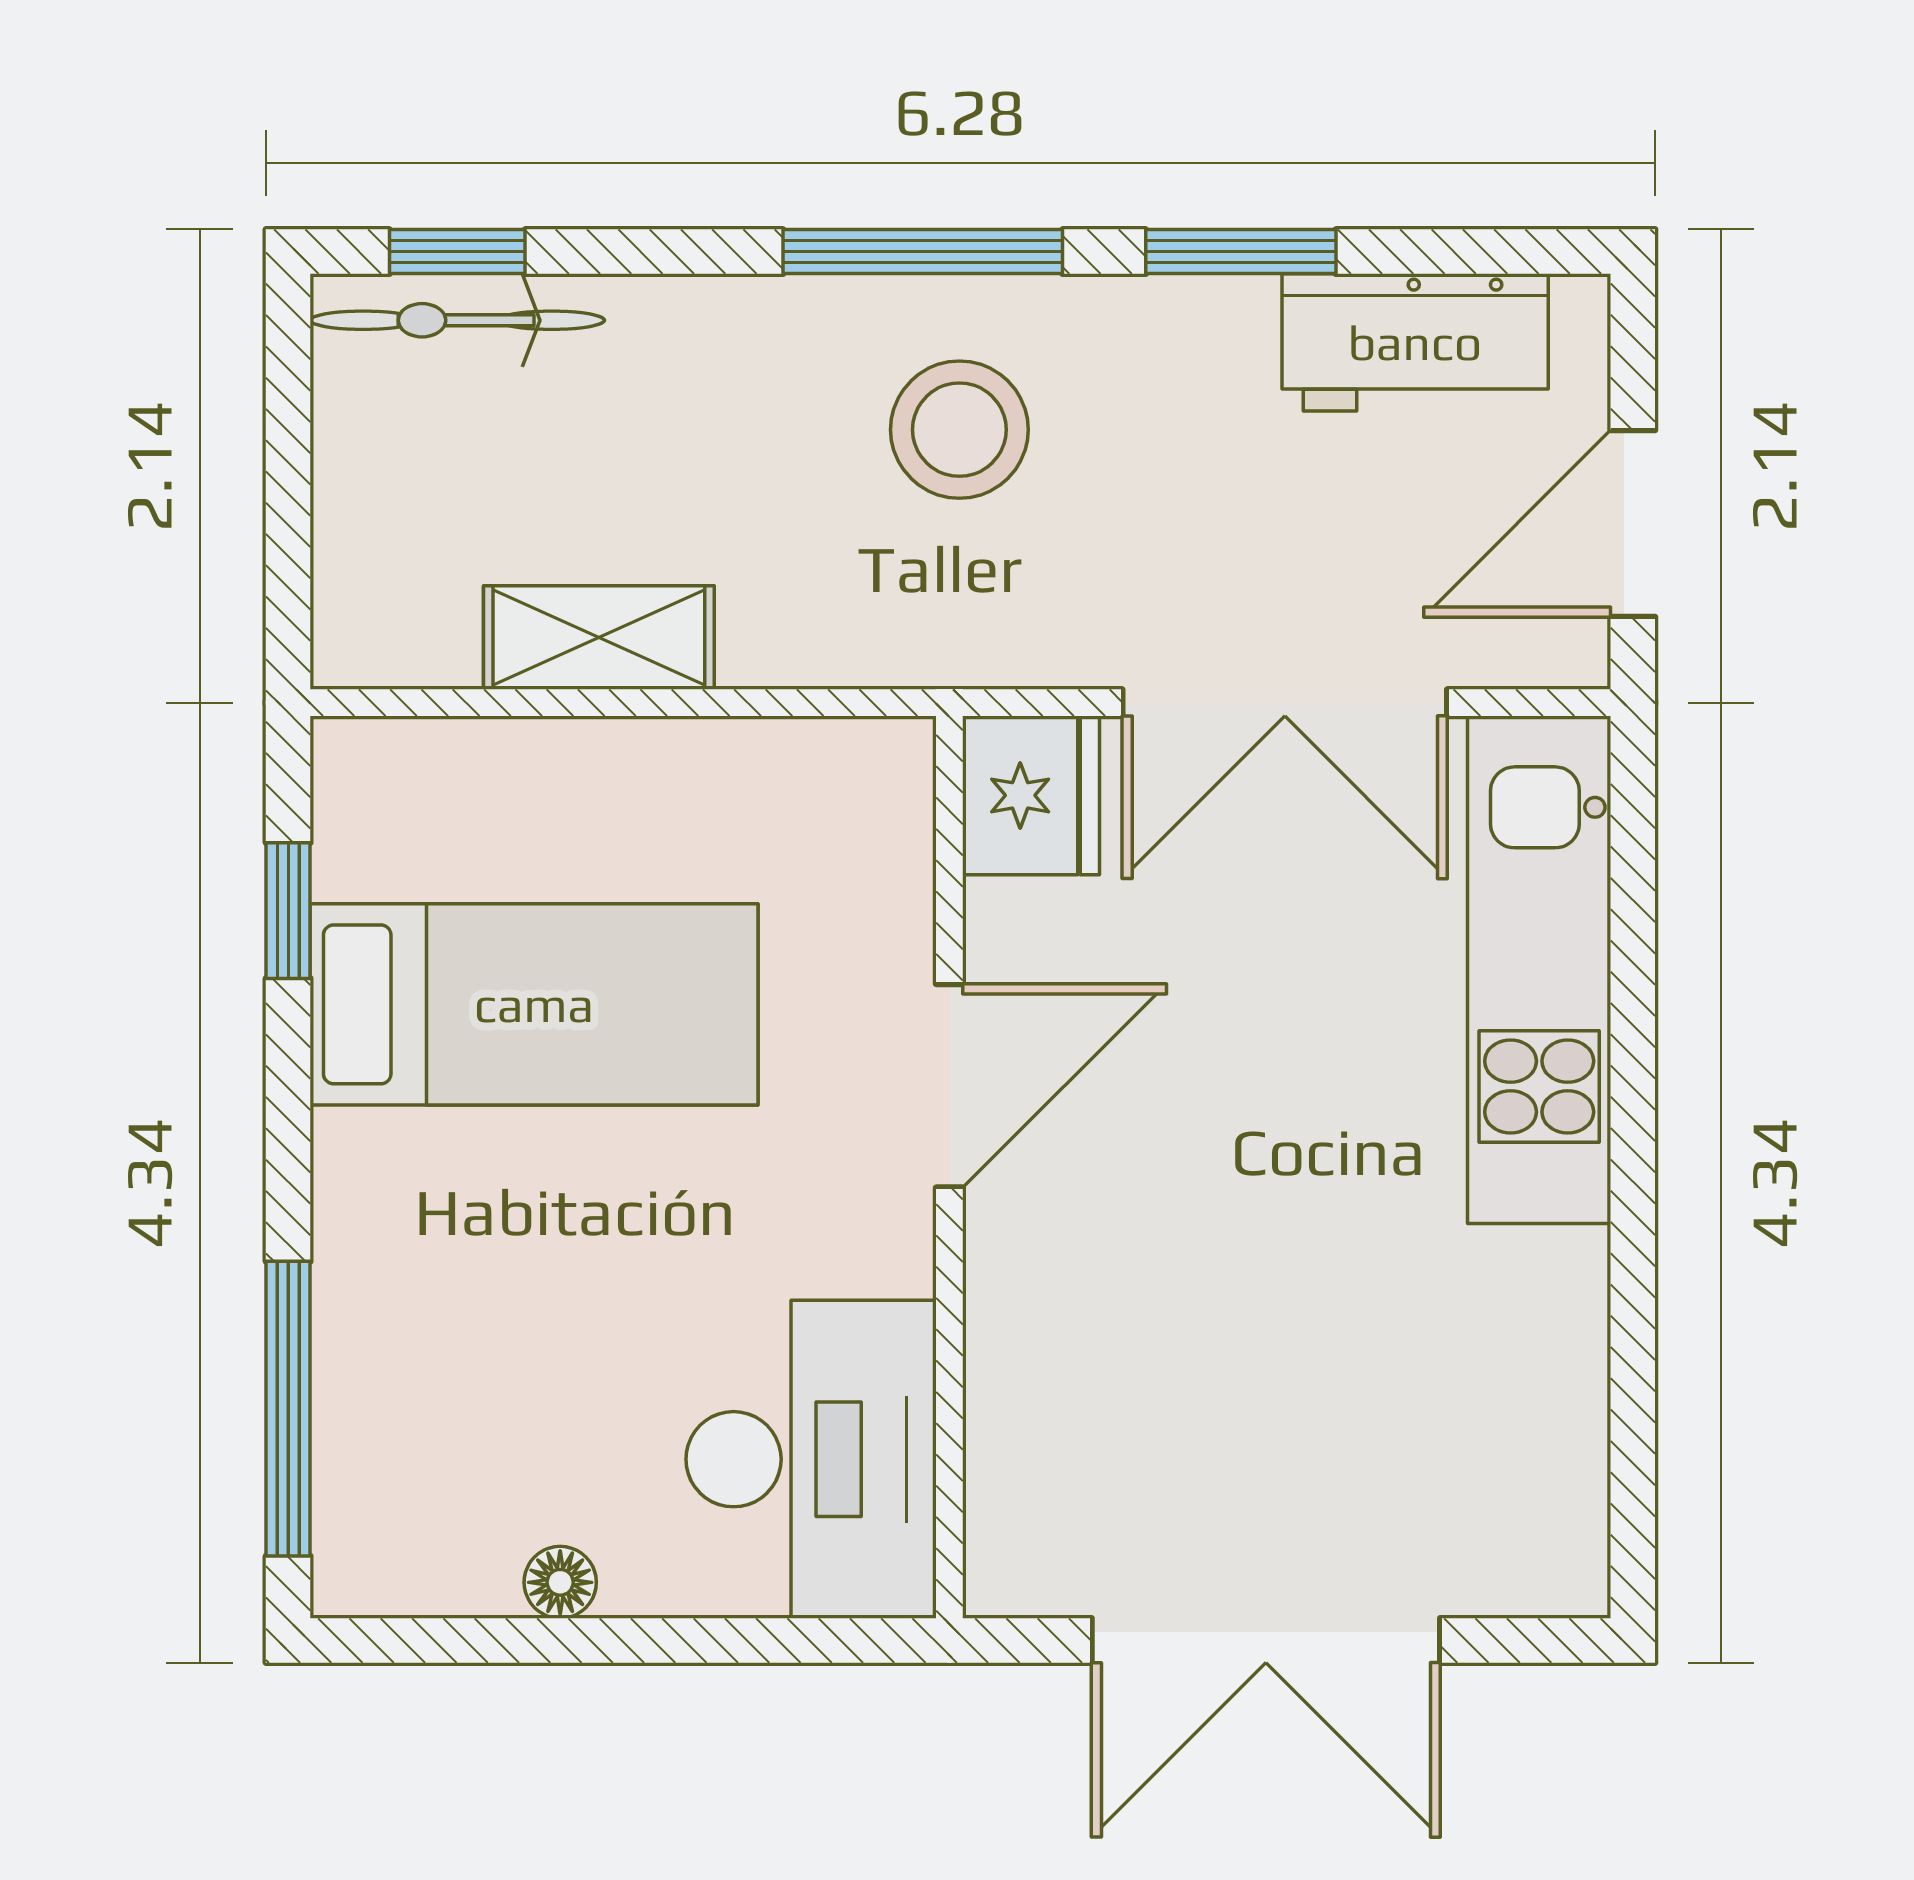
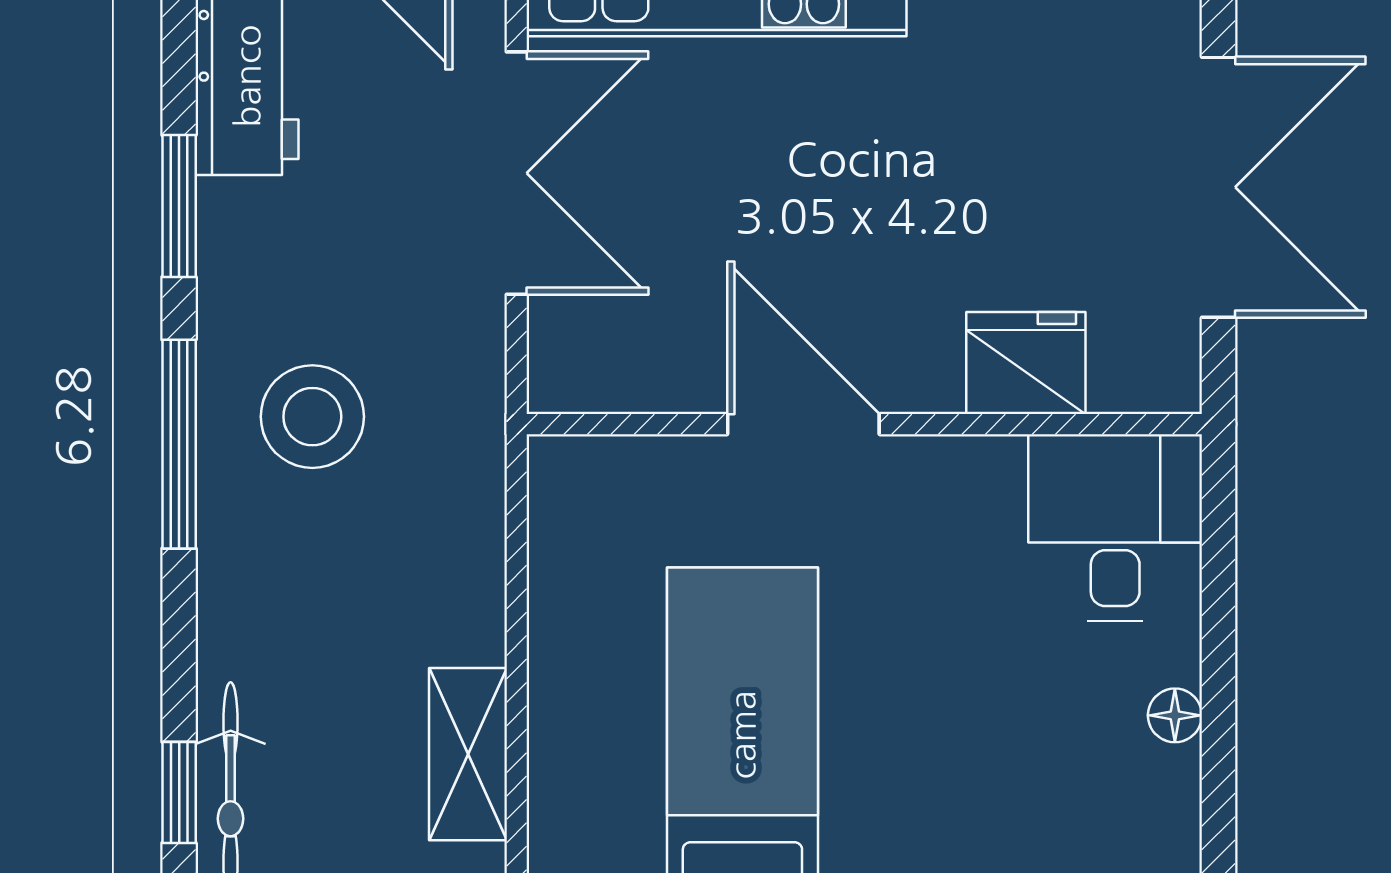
shelving: (599, 638) -> (468, 754), moved
fridge: (1031, 795) -> (1026, 363), moved
desk: (811, 1459) -> (1115, 528), width x0.73

